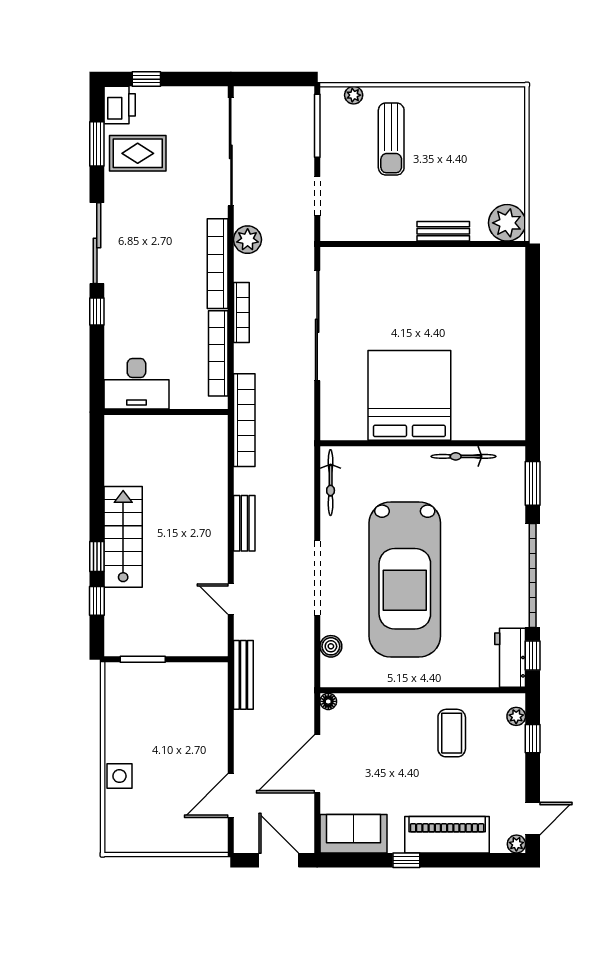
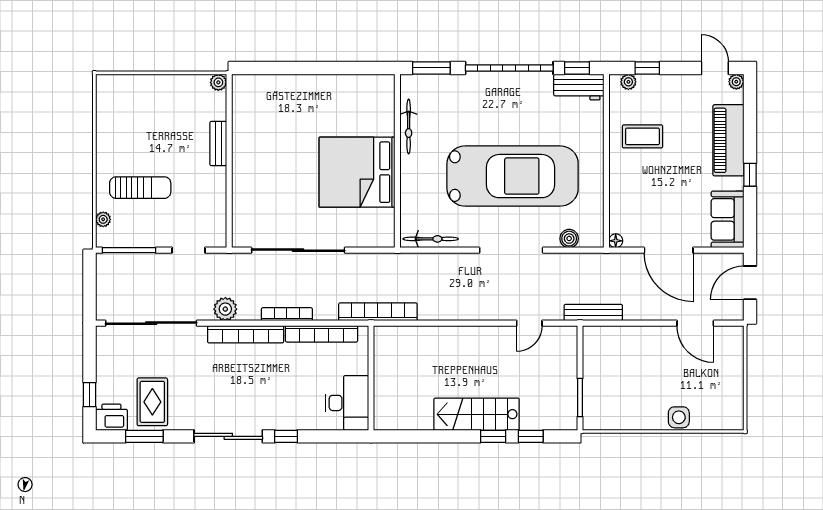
plant: (507, 223) -> (218, 82), width x0.53, depth x0.53
bench: (244, 523) -> (465, 312), removed

